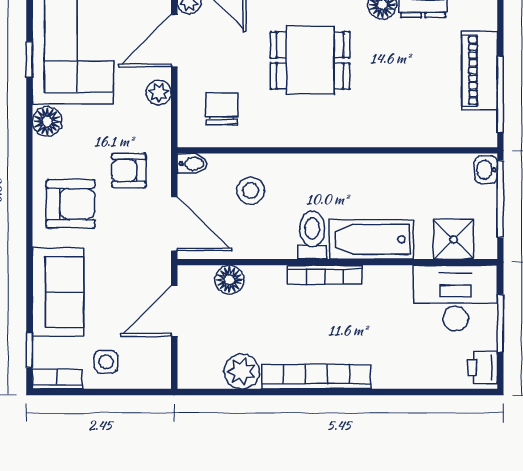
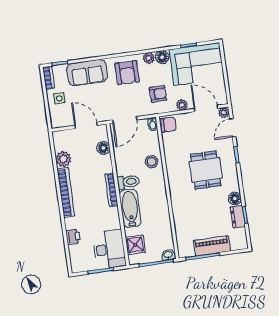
chair: (222, 109) -> (168, 125), moved
plant: (45, 151) -> (149, 58), added
armchair: (129, 171) -> (158, 94), moved, turned 90
stool: (251, 190) -> (152, 162), moved
printer: (483, 367) -> (73, 237), moved, turned 90

